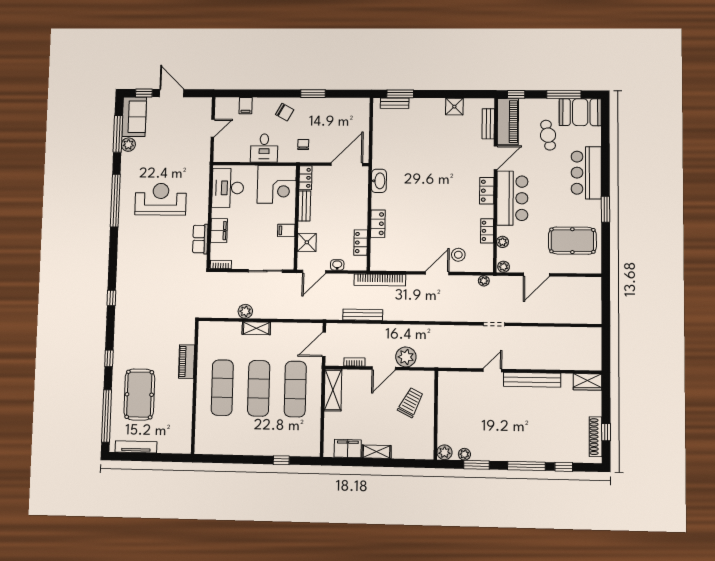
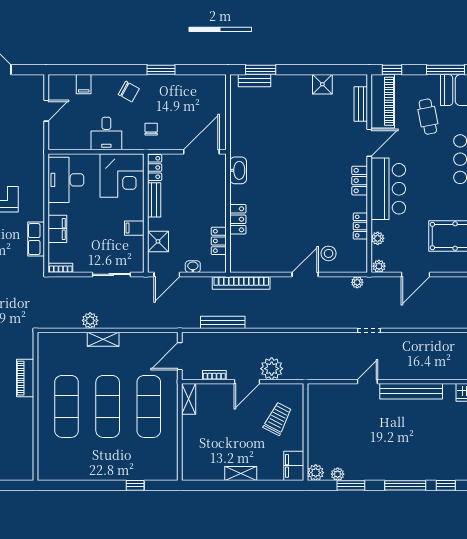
shelving: (333, 390) -> (189, 399), width x0.67, depth x0.75
filing cabinet: (348, 449) -> (294, 466), moved, turned -90

